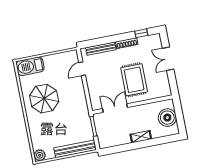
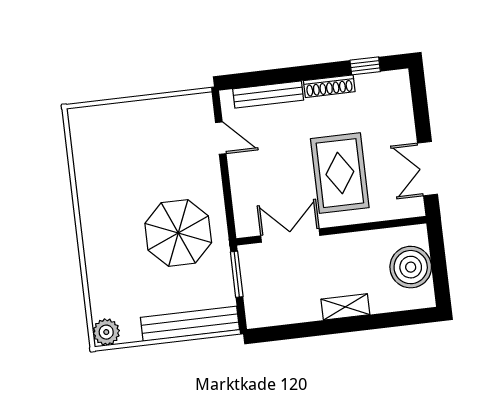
double door: (168, 59) -> (428, 169), moved
barbecue: (30, 66) -> (100, 123), removed
door: (82, 69) -> (221, 138), swing flipped
parasol: (44, 99) -> (178, 233), moved

